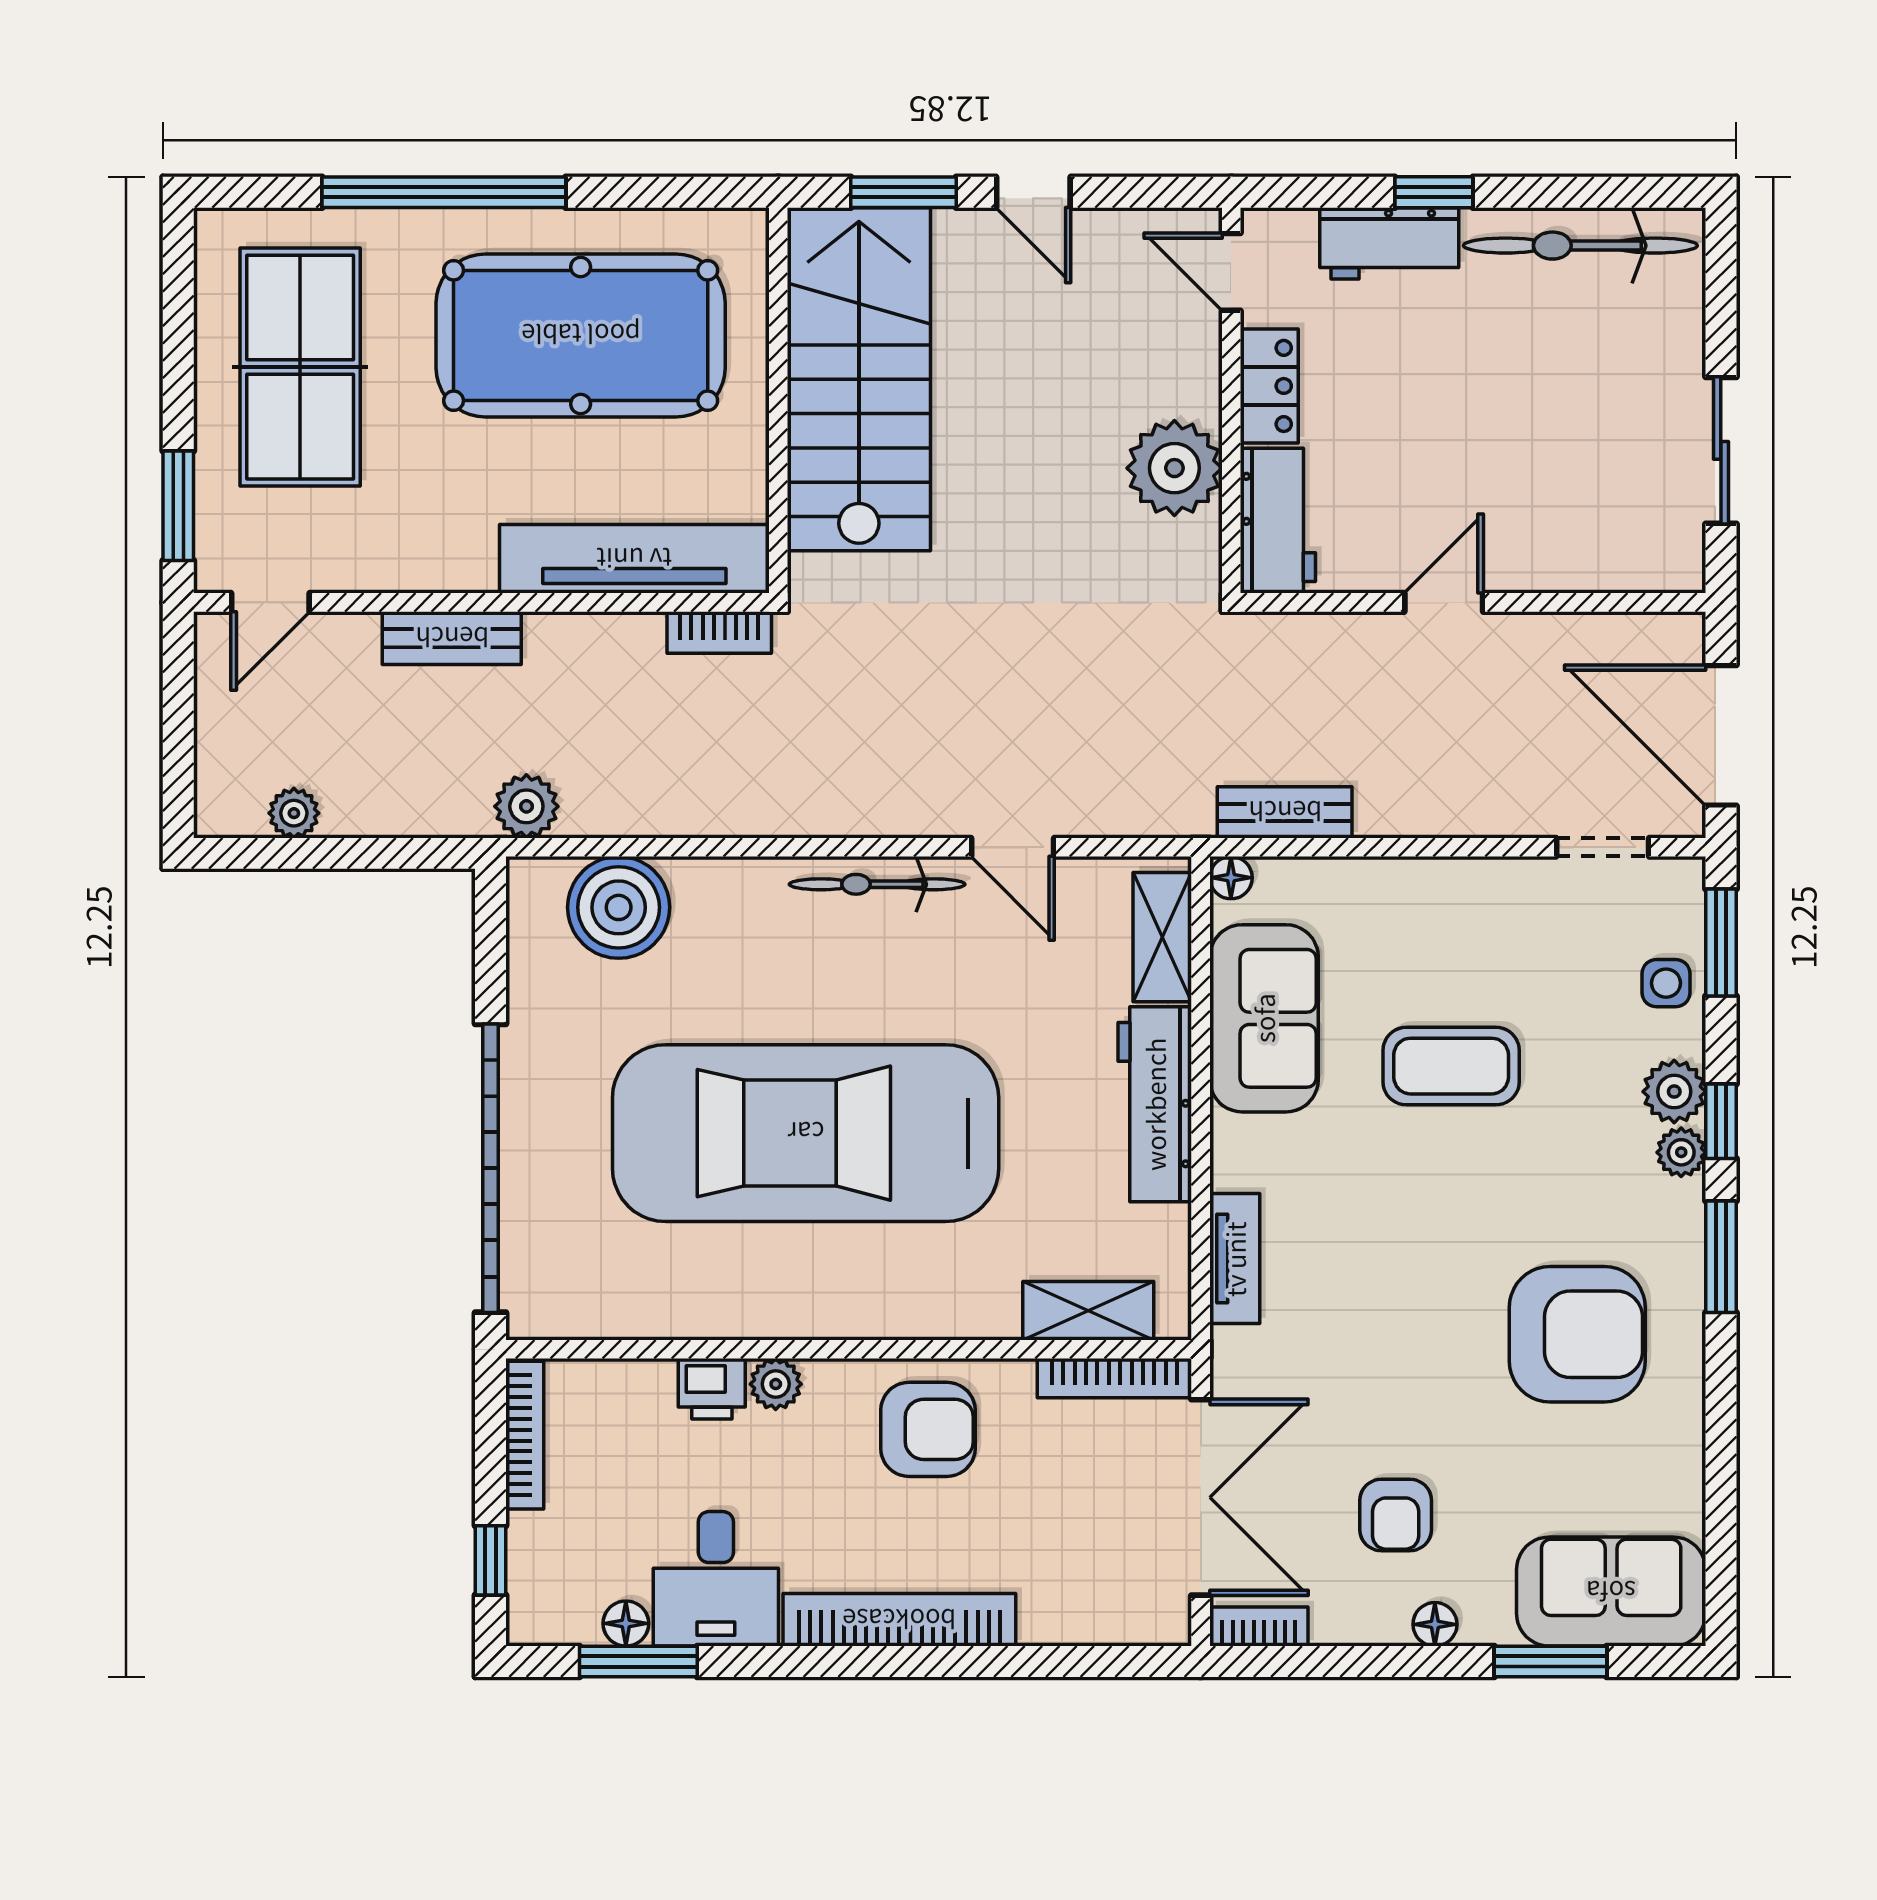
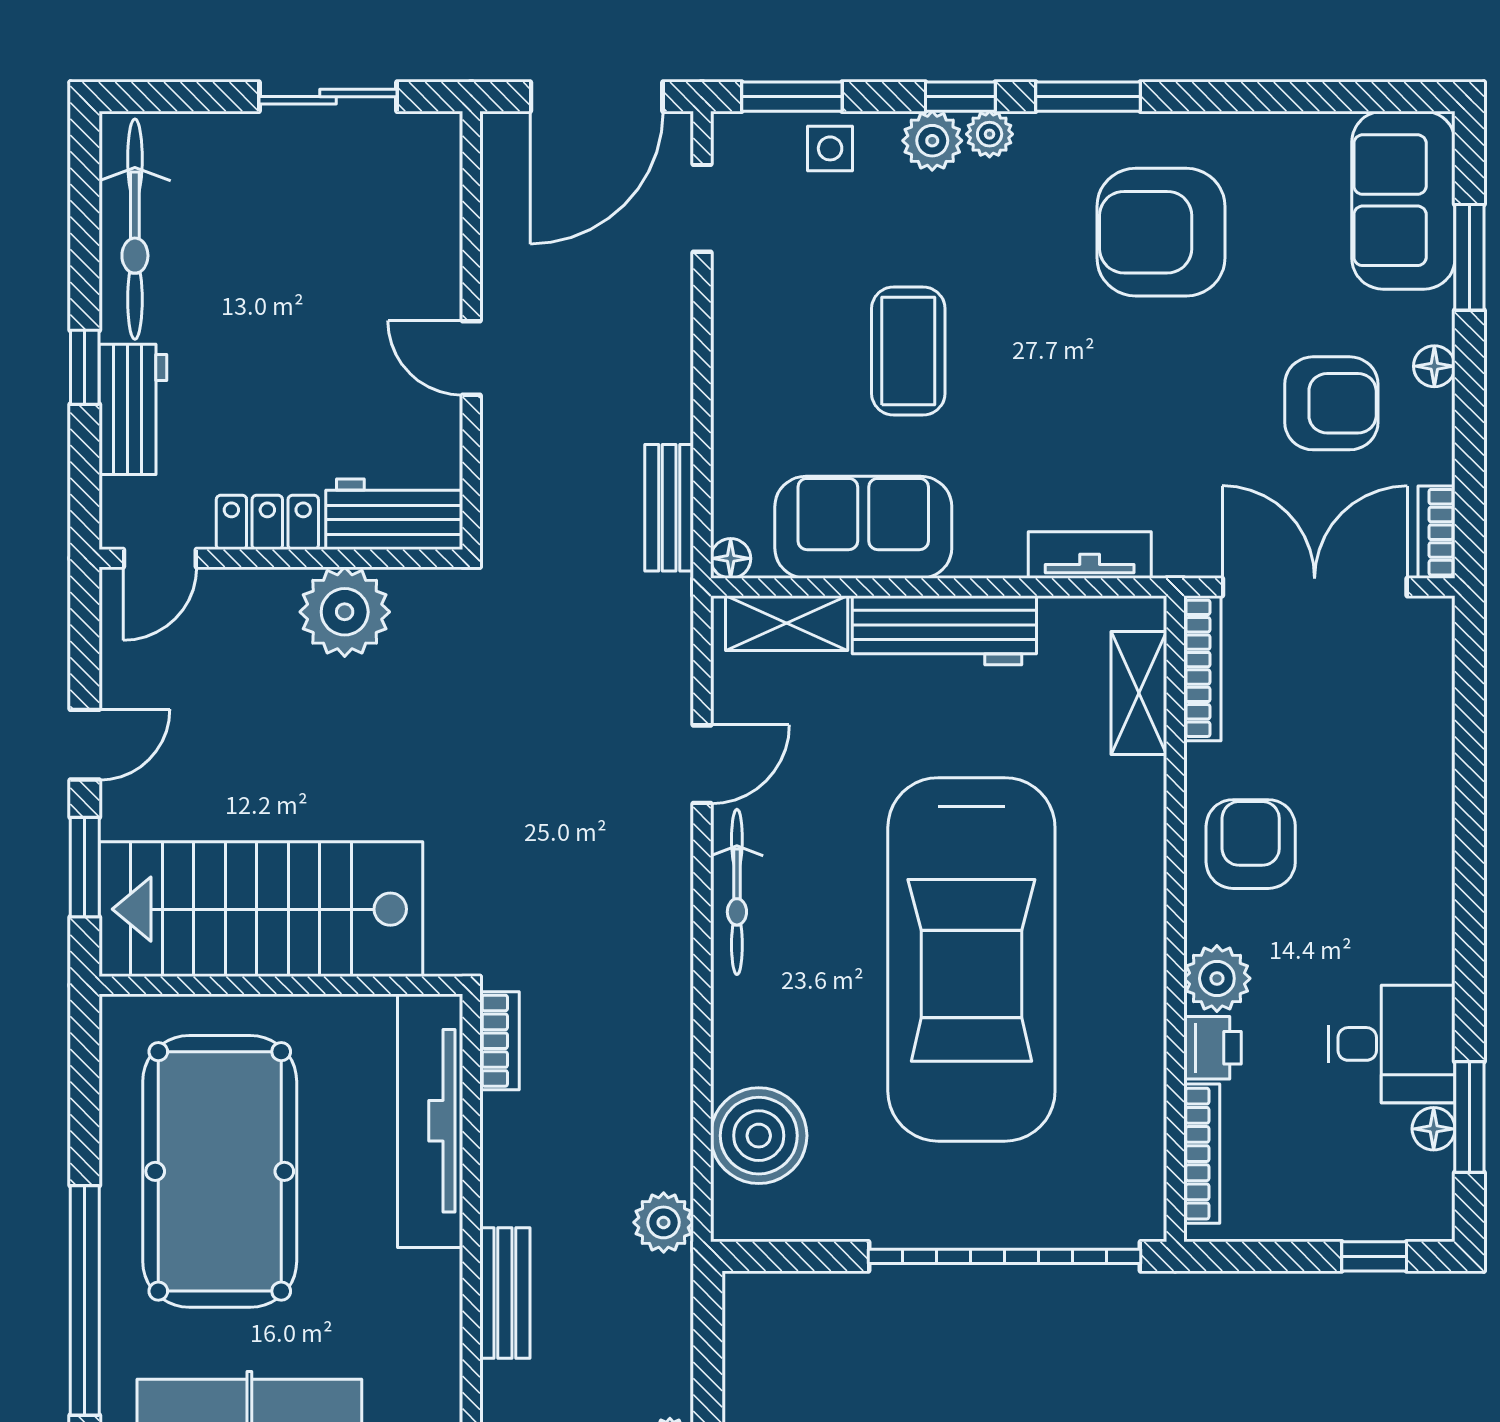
armchair: (1577, 1334) -> (1161, 232), turned -90
plant: (776, 1384) -> (1217, 978), width x1.38, depth x1.38
bookcase: (525, 1435) -> (1202, 1154), moved, turned 90
armchair: (1396, 1515) -> (1331, 403), width x1.38, depth x1.38
bookcase: (899, 1620) -> (1430, 871), removed

